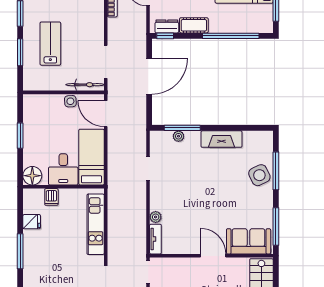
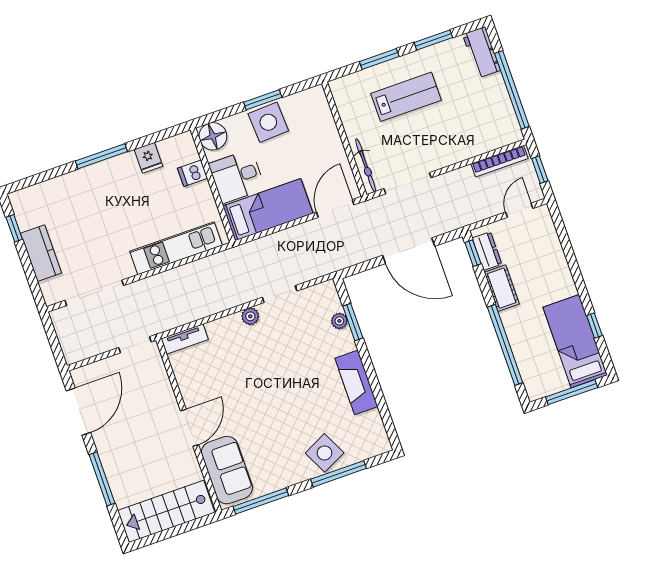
side table: (70, 101) -> (268, 122), moved, width x1.87, depth x1.87
window: (182, 128) -> (353, 322), width x0.69
plant: (156, 217) -> (250, 316), moved

